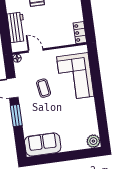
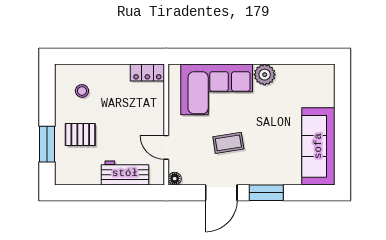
door: (36, 50) -> (166, 147), hinge flipped
plant: (93, 141) -> (265, 75), moved
sofa: (43, 144) -> (318, 146), width x1.36

